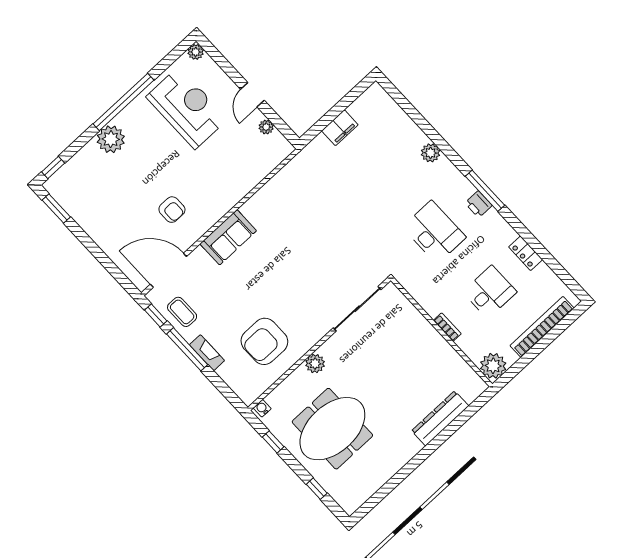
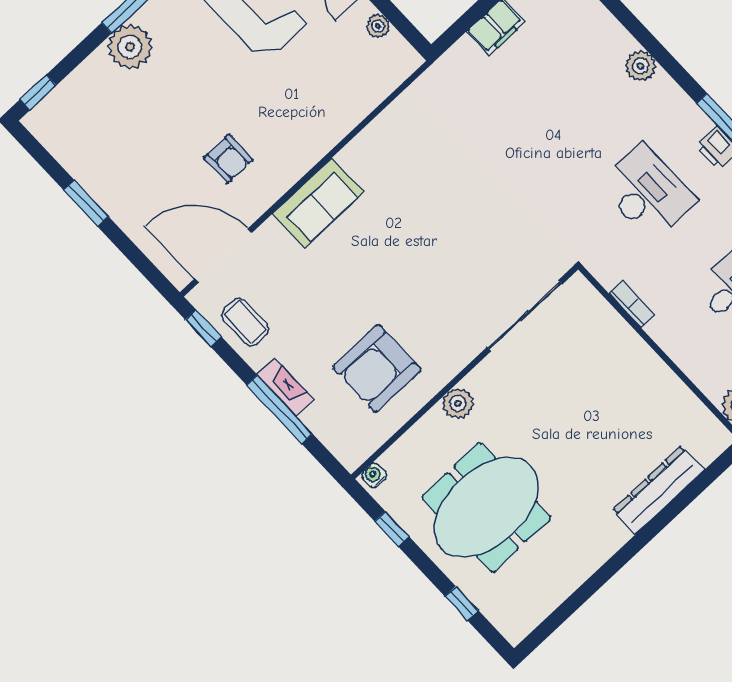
window: (56, 208) -> (86, 203), moved
bookcase: (447, 327) -> (632, 305), moved
window: (187, 349) -> (279, 409), moved

